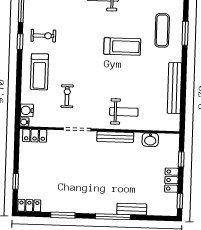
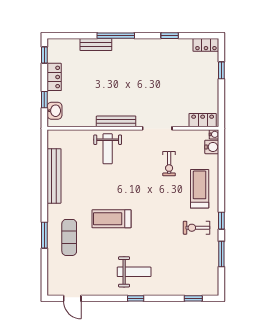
weight bench: (124, 112) -> (108, 149), turned -90
washbasin: (150, 140) -> (55, 111), moved, turned 90
window: (63, 215) -> (170, 36), width x0.67

